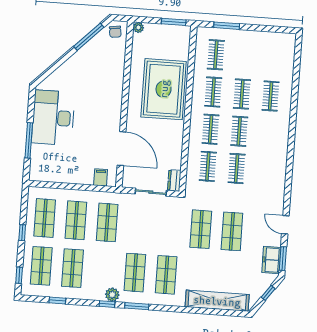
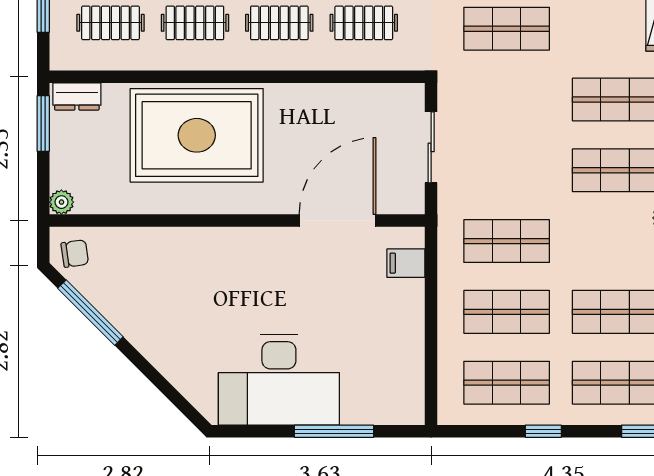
dresser: (174, 180) -> (77, 96), moved

